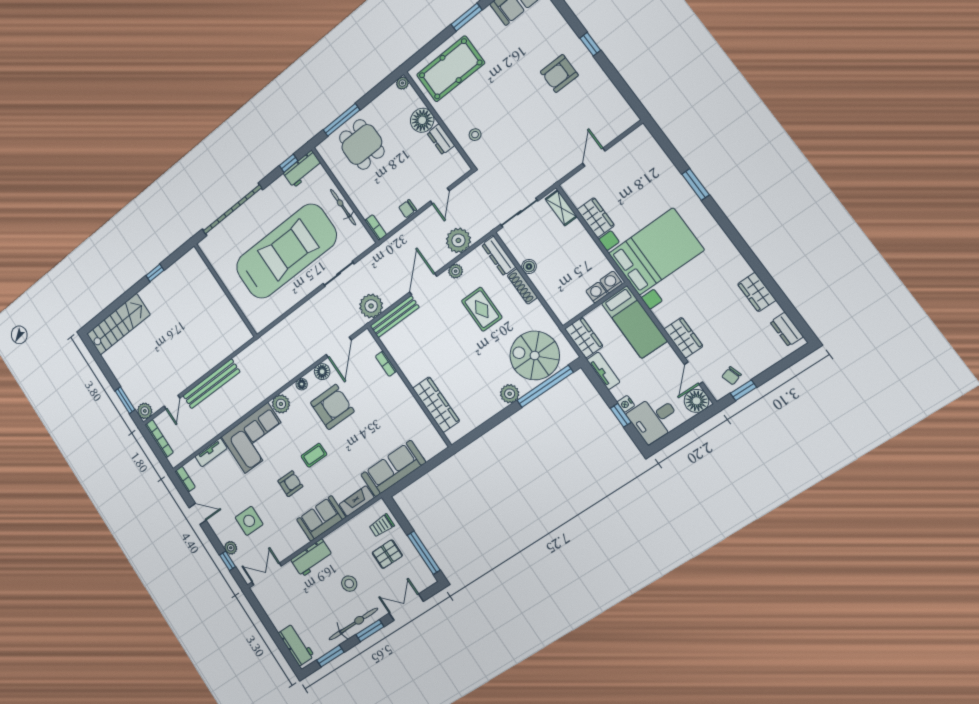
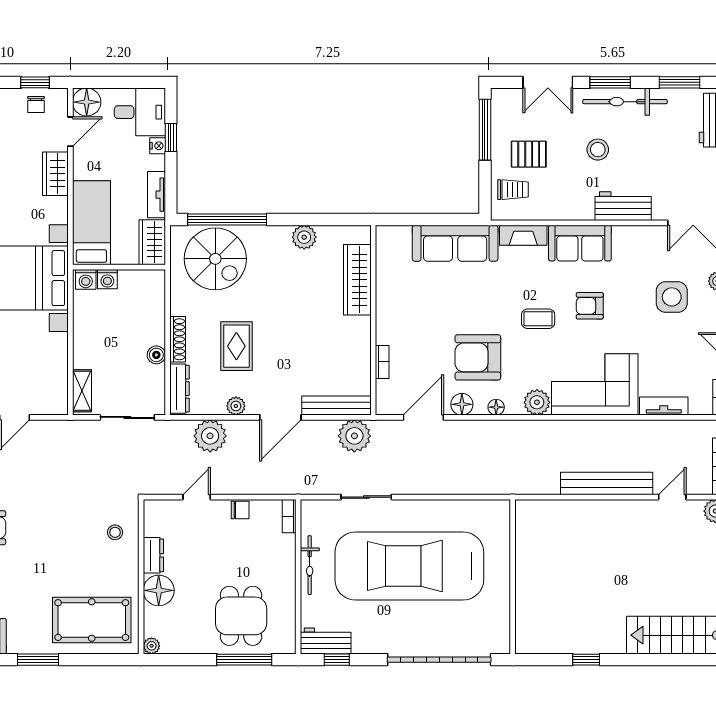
wardrobe: (596, 218) -> (55, 355), removed
chair: (732, 376) -> (36, 104), turned 107
plant: (510, 394) -> (304, 237), moved

